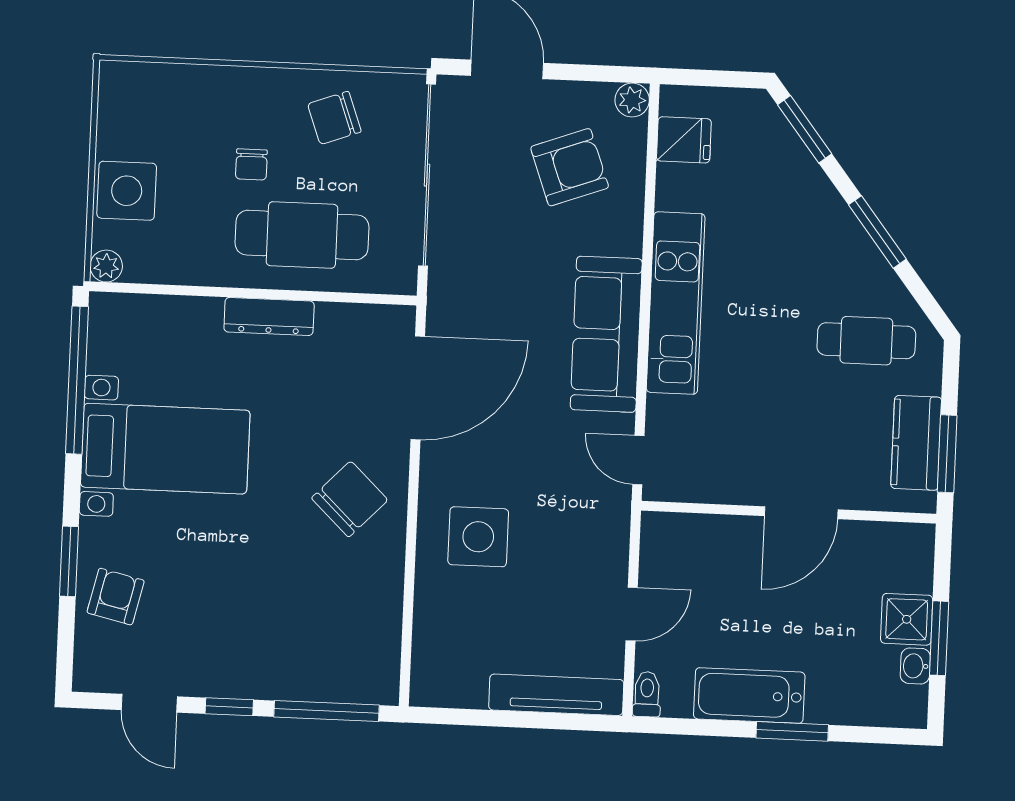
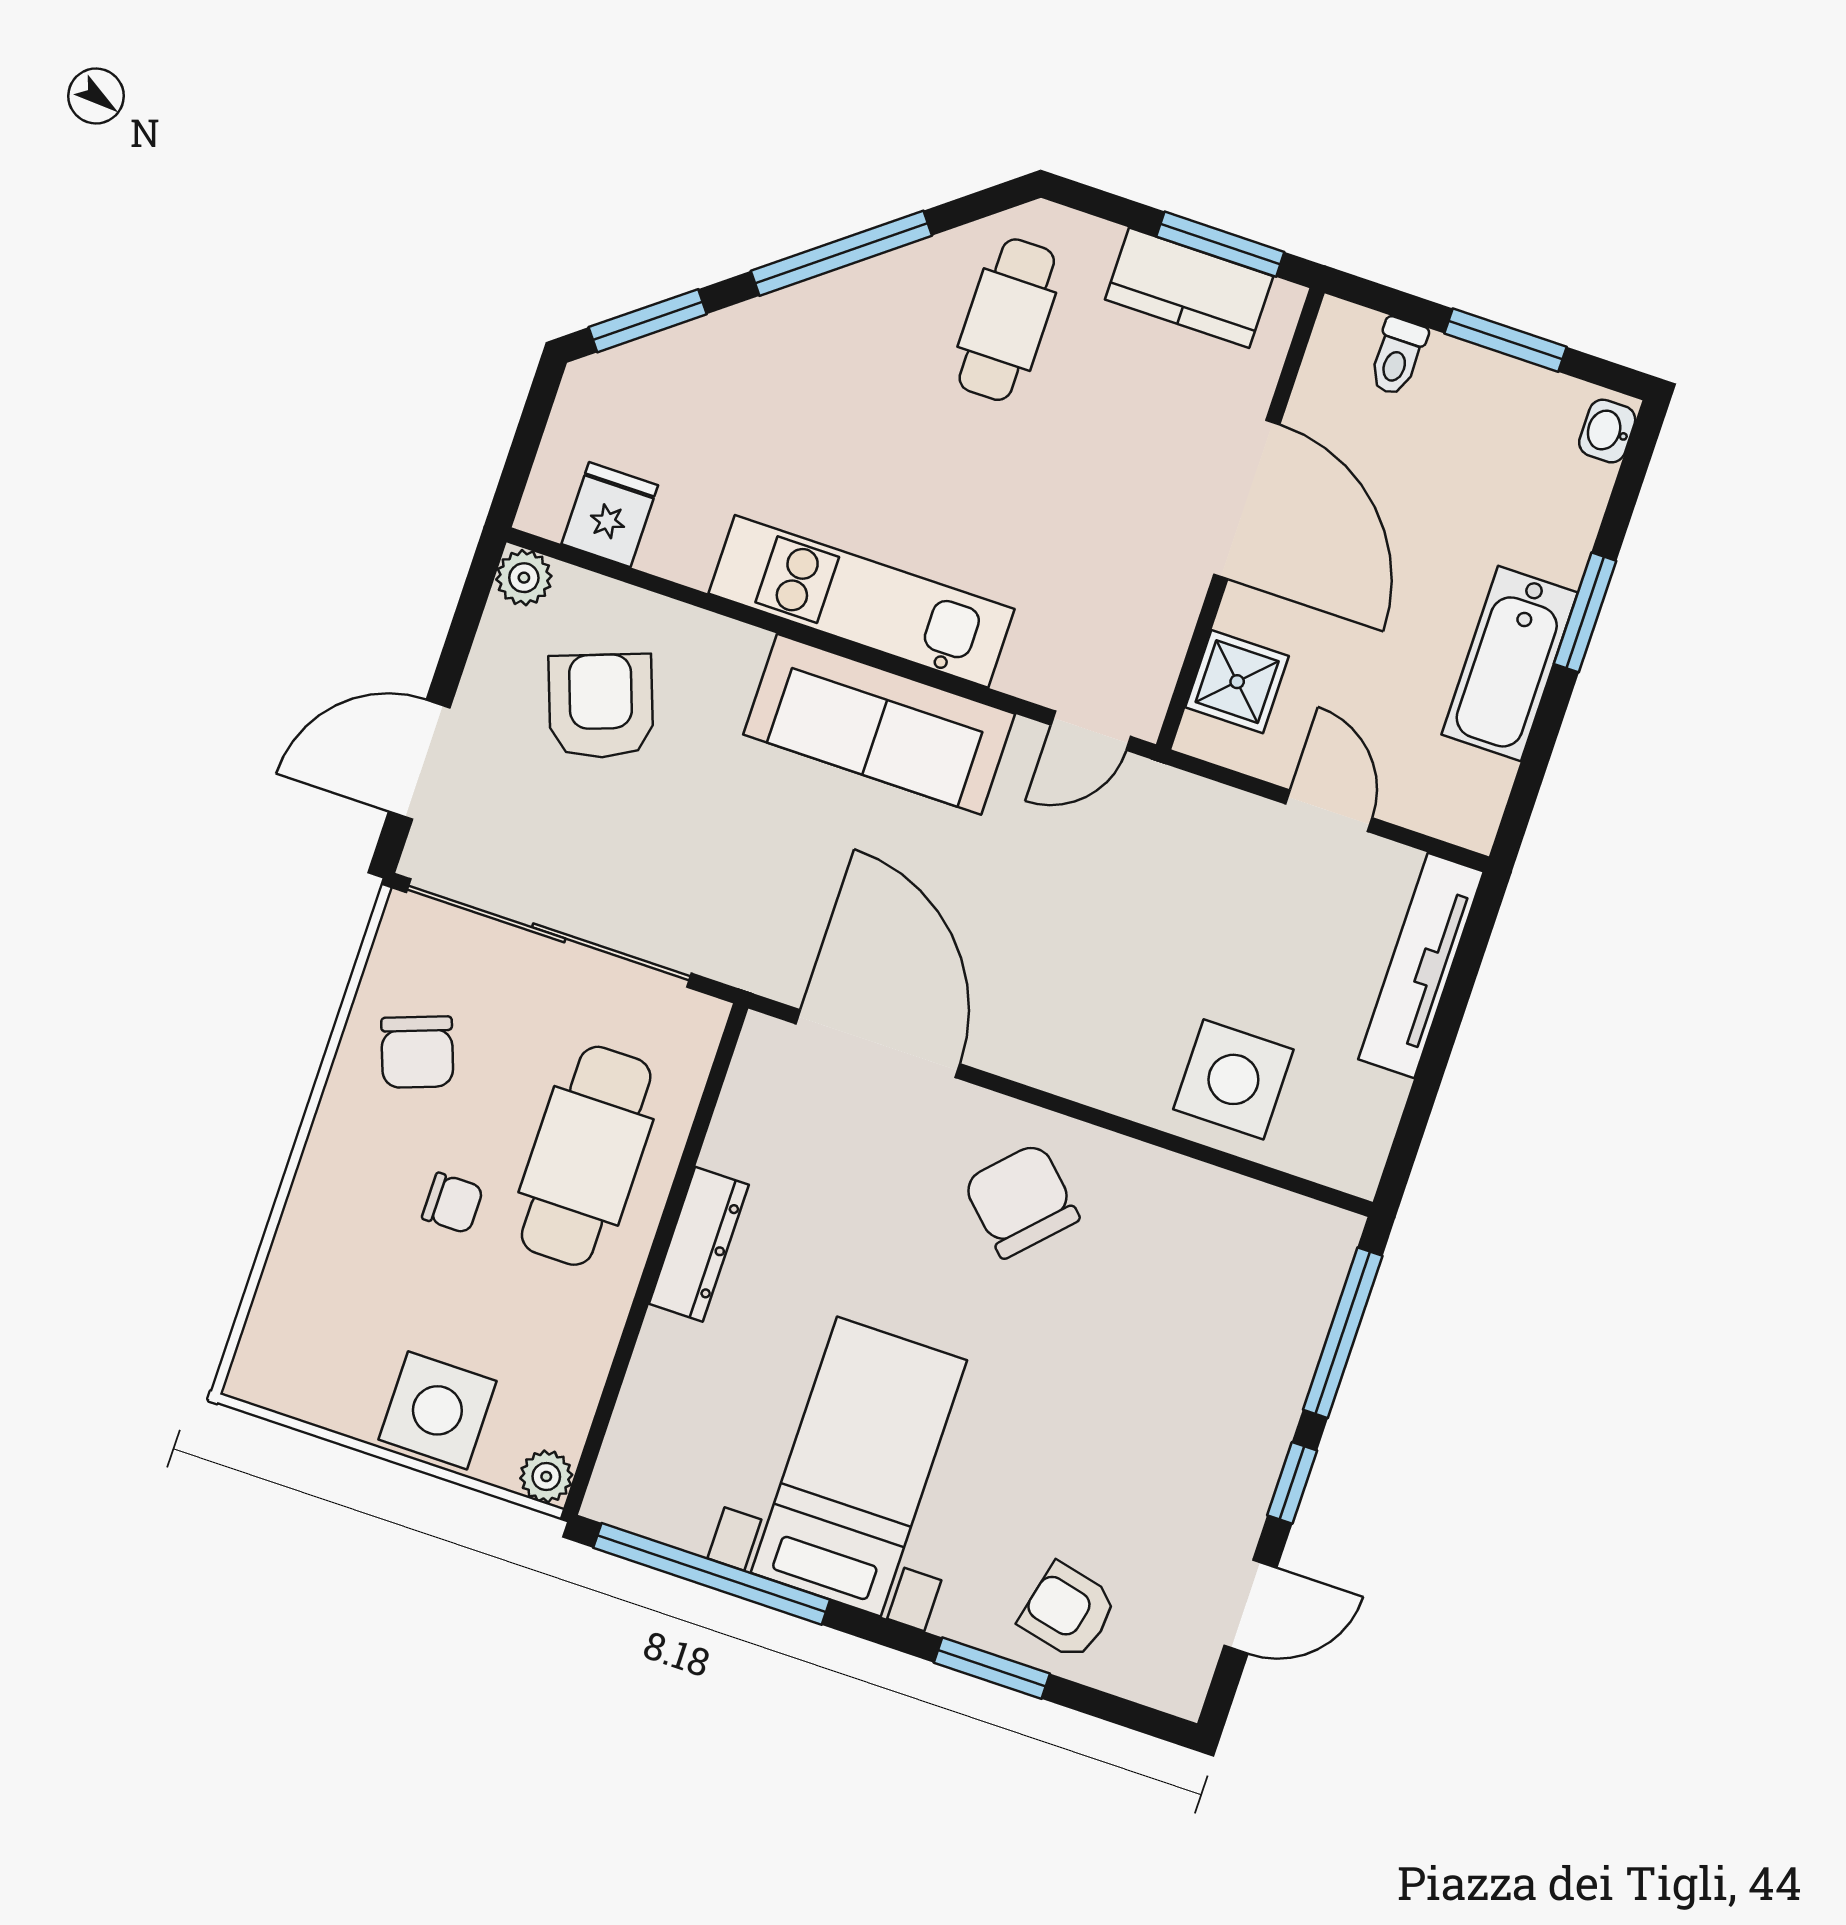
window: (877, 232) -> (841, 253), width x1.44
door: (801, 513) -> (1247, 499), width x1.36
side table: (478, 537) -> (1233, 1079), moved
shower: (907, 619) -> (1237, 682), moved
washbasin: (915, 666) -> (1607, 431), moved, turned 90
toilet: (647, 694) -> (1397, 357), moved, turned -90

